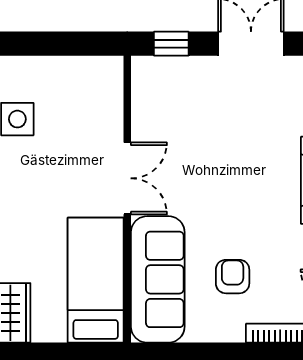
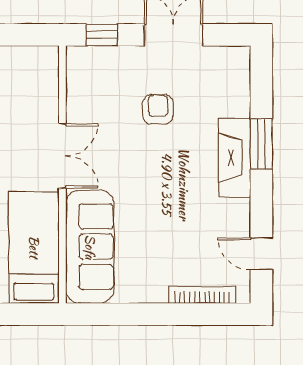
armchair: (233, 277) -> (158, 109), moved

